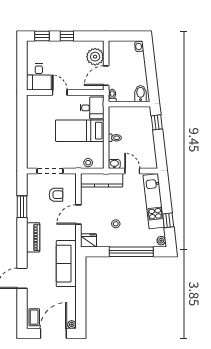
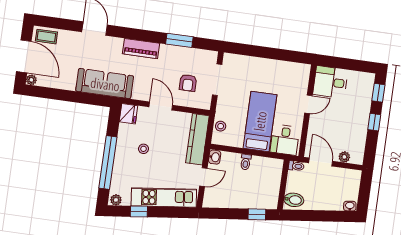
plant: (95, 57) -> (344, 157), width x0.53, depth x0.53

